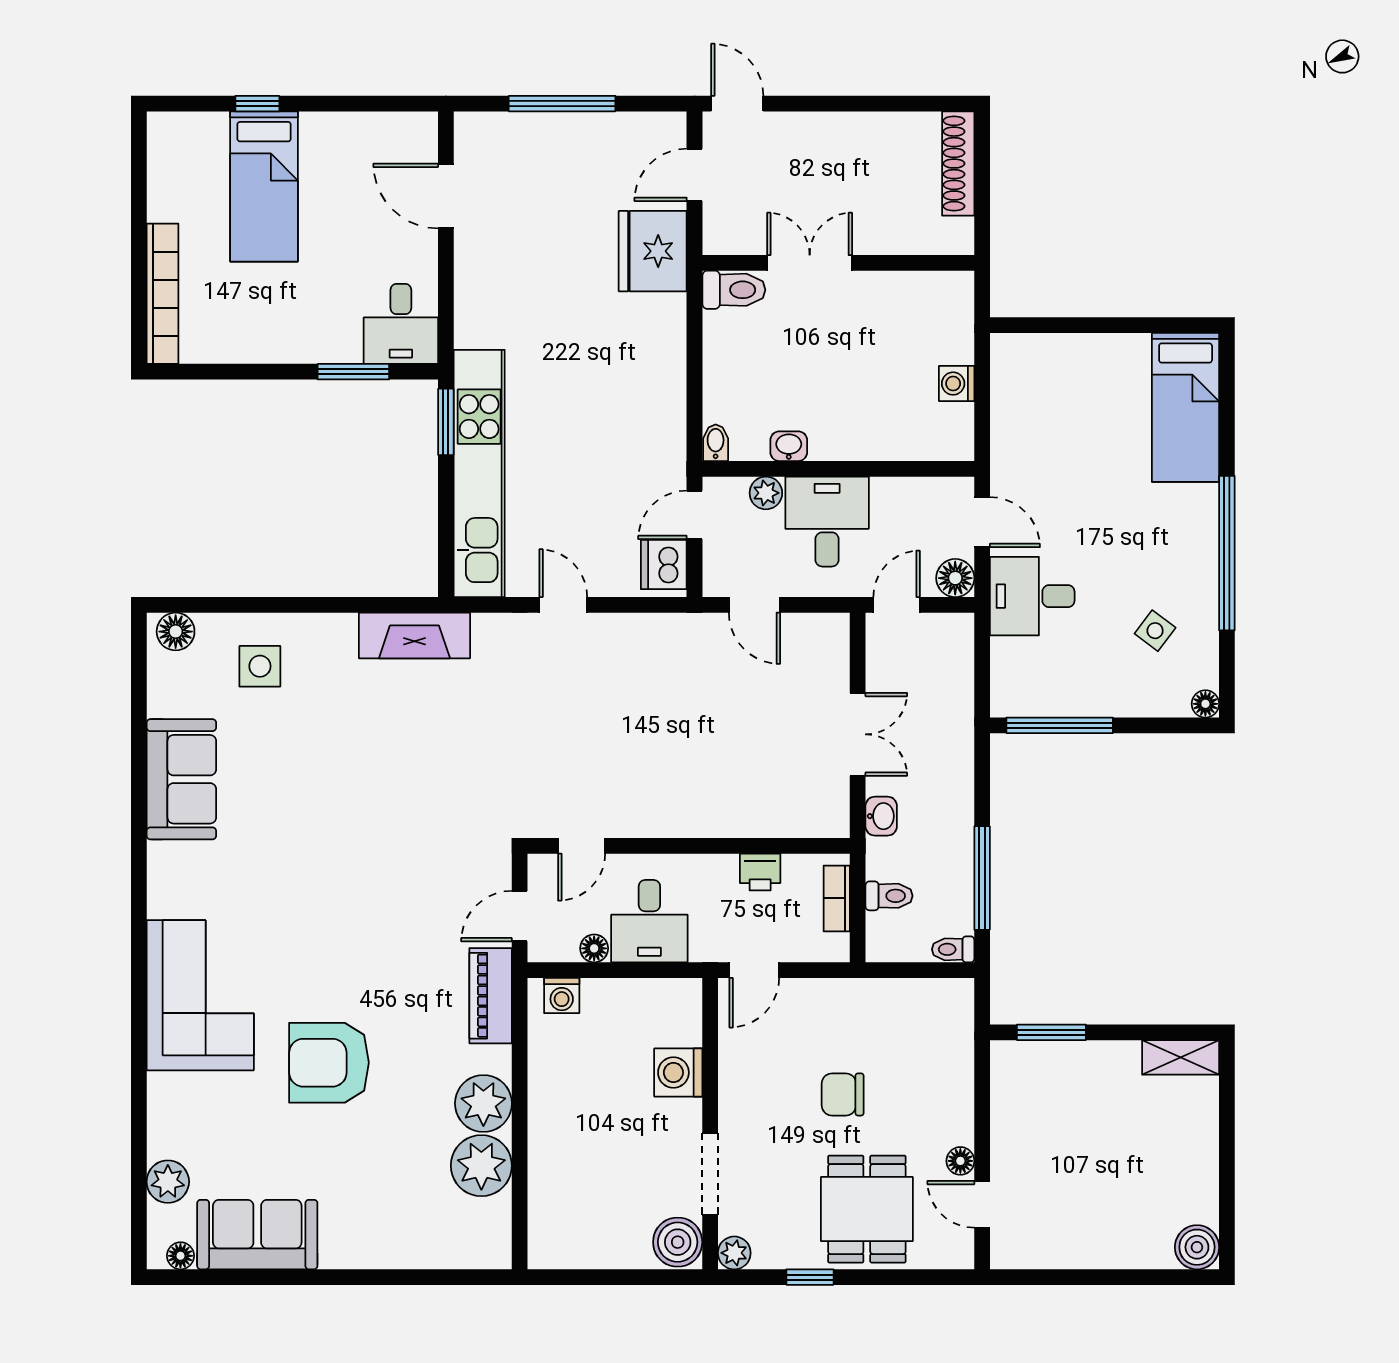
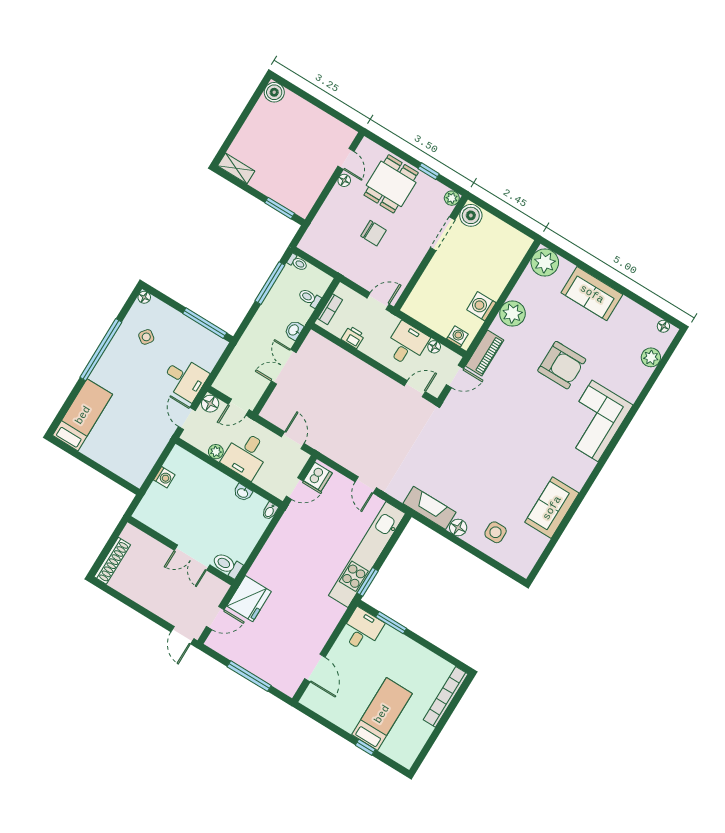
plant: (766, 493) -> (216, 452), moved
floor lamp: (176, 632) -> (458, 528), moved
washing machine: (678, 1073) -> (481, 306), moved, turned 180
plant: (481, 1166) -> (545, 263), moved
sofa: (257, 1235) -> (592, 294), moved

